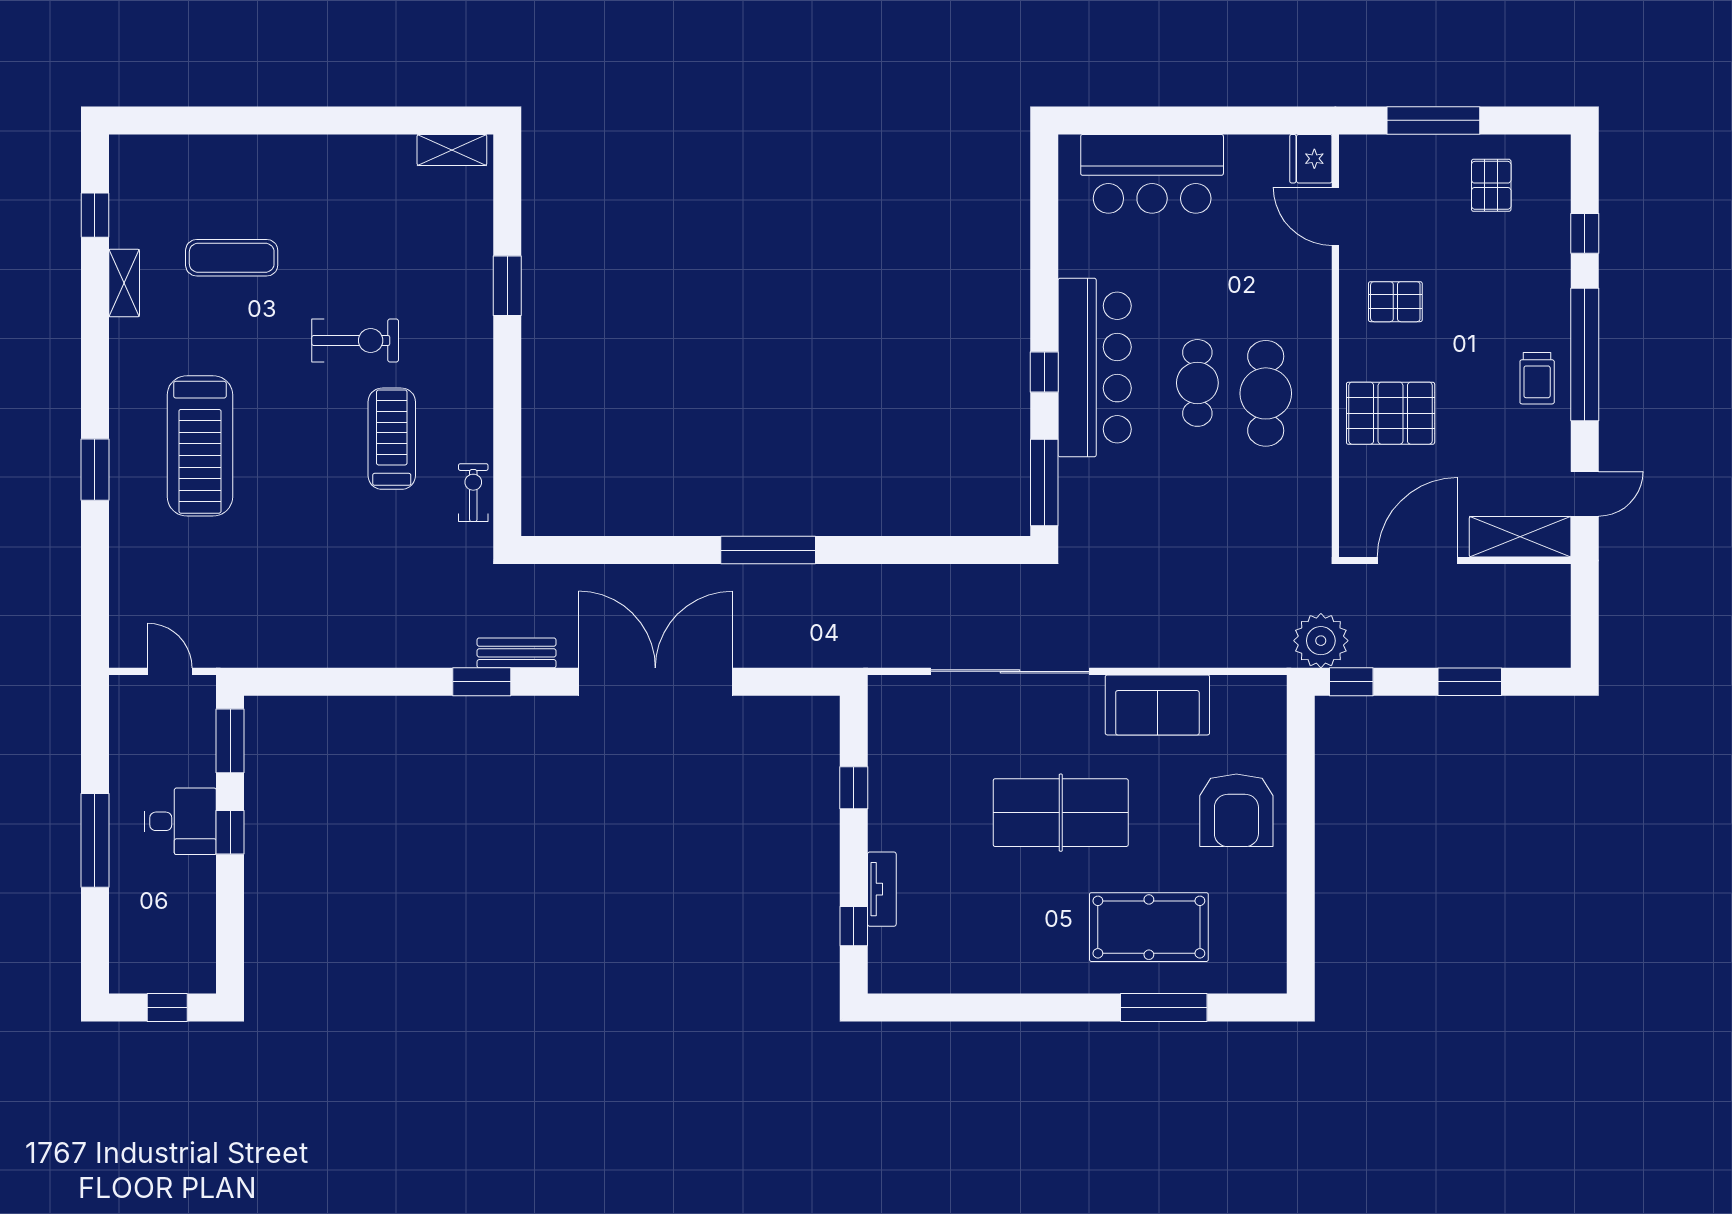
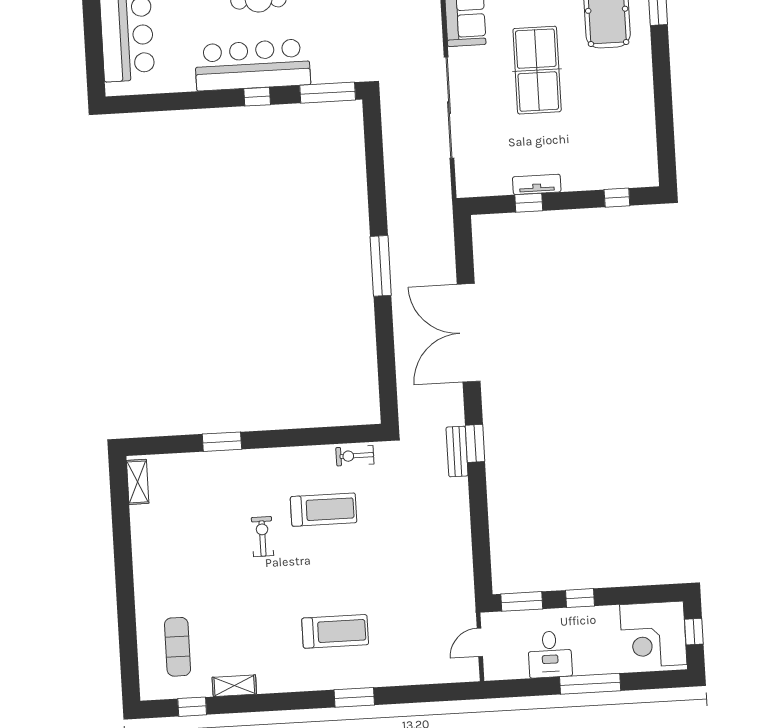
exercise mat: (232, 258) -> (178, 647), moved
exercise bike: (355, 340) -> (262, 537), width x0.73, depth x0.72
treadmill: (392, 439) -> (324, 510), turned 180
treadmill: (200, 446) -> (335, 631), width x0.73, depth x0.73
bench: (516, 653) -> (457, 451), moved
desk: (180, 821) -> (550, 654), moved, turned 180
tv unit: (882, 889) -> (537, 184), moved
corner desk: (166, 944) -> (653, 635), added

